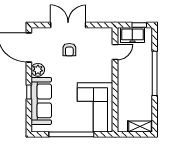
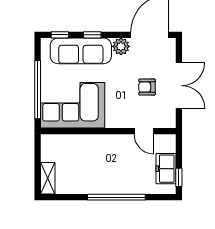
door: (115, 52) -> (144, 131), moved
wall: (115, 80) -> (108, 131), moved
corner sofa: (95, 107) -> (73, 105), moved
window: (29, 117) -> (60, 35), added

